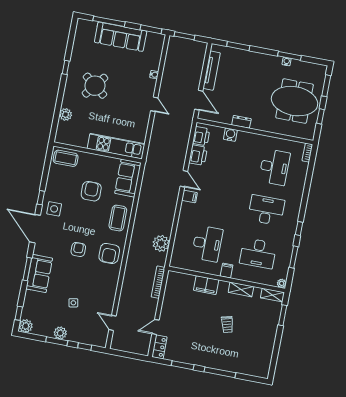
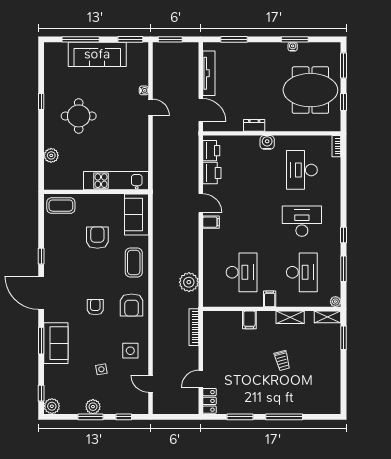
round table: (95, 86) -> (79, 116), turned -38
door: (154, 104) -> (151, 107), moved
water cooler: (230, 135) -> (267, 142), moved
desk: (274, 167) -> (302, 170), turned 180
side table: (54, 209) -> (130, 351), moved
desk: (258, 253) -> (302, 272), turned -90
filing cabinet: (206, 285) -> (249, 320), width x0.50

